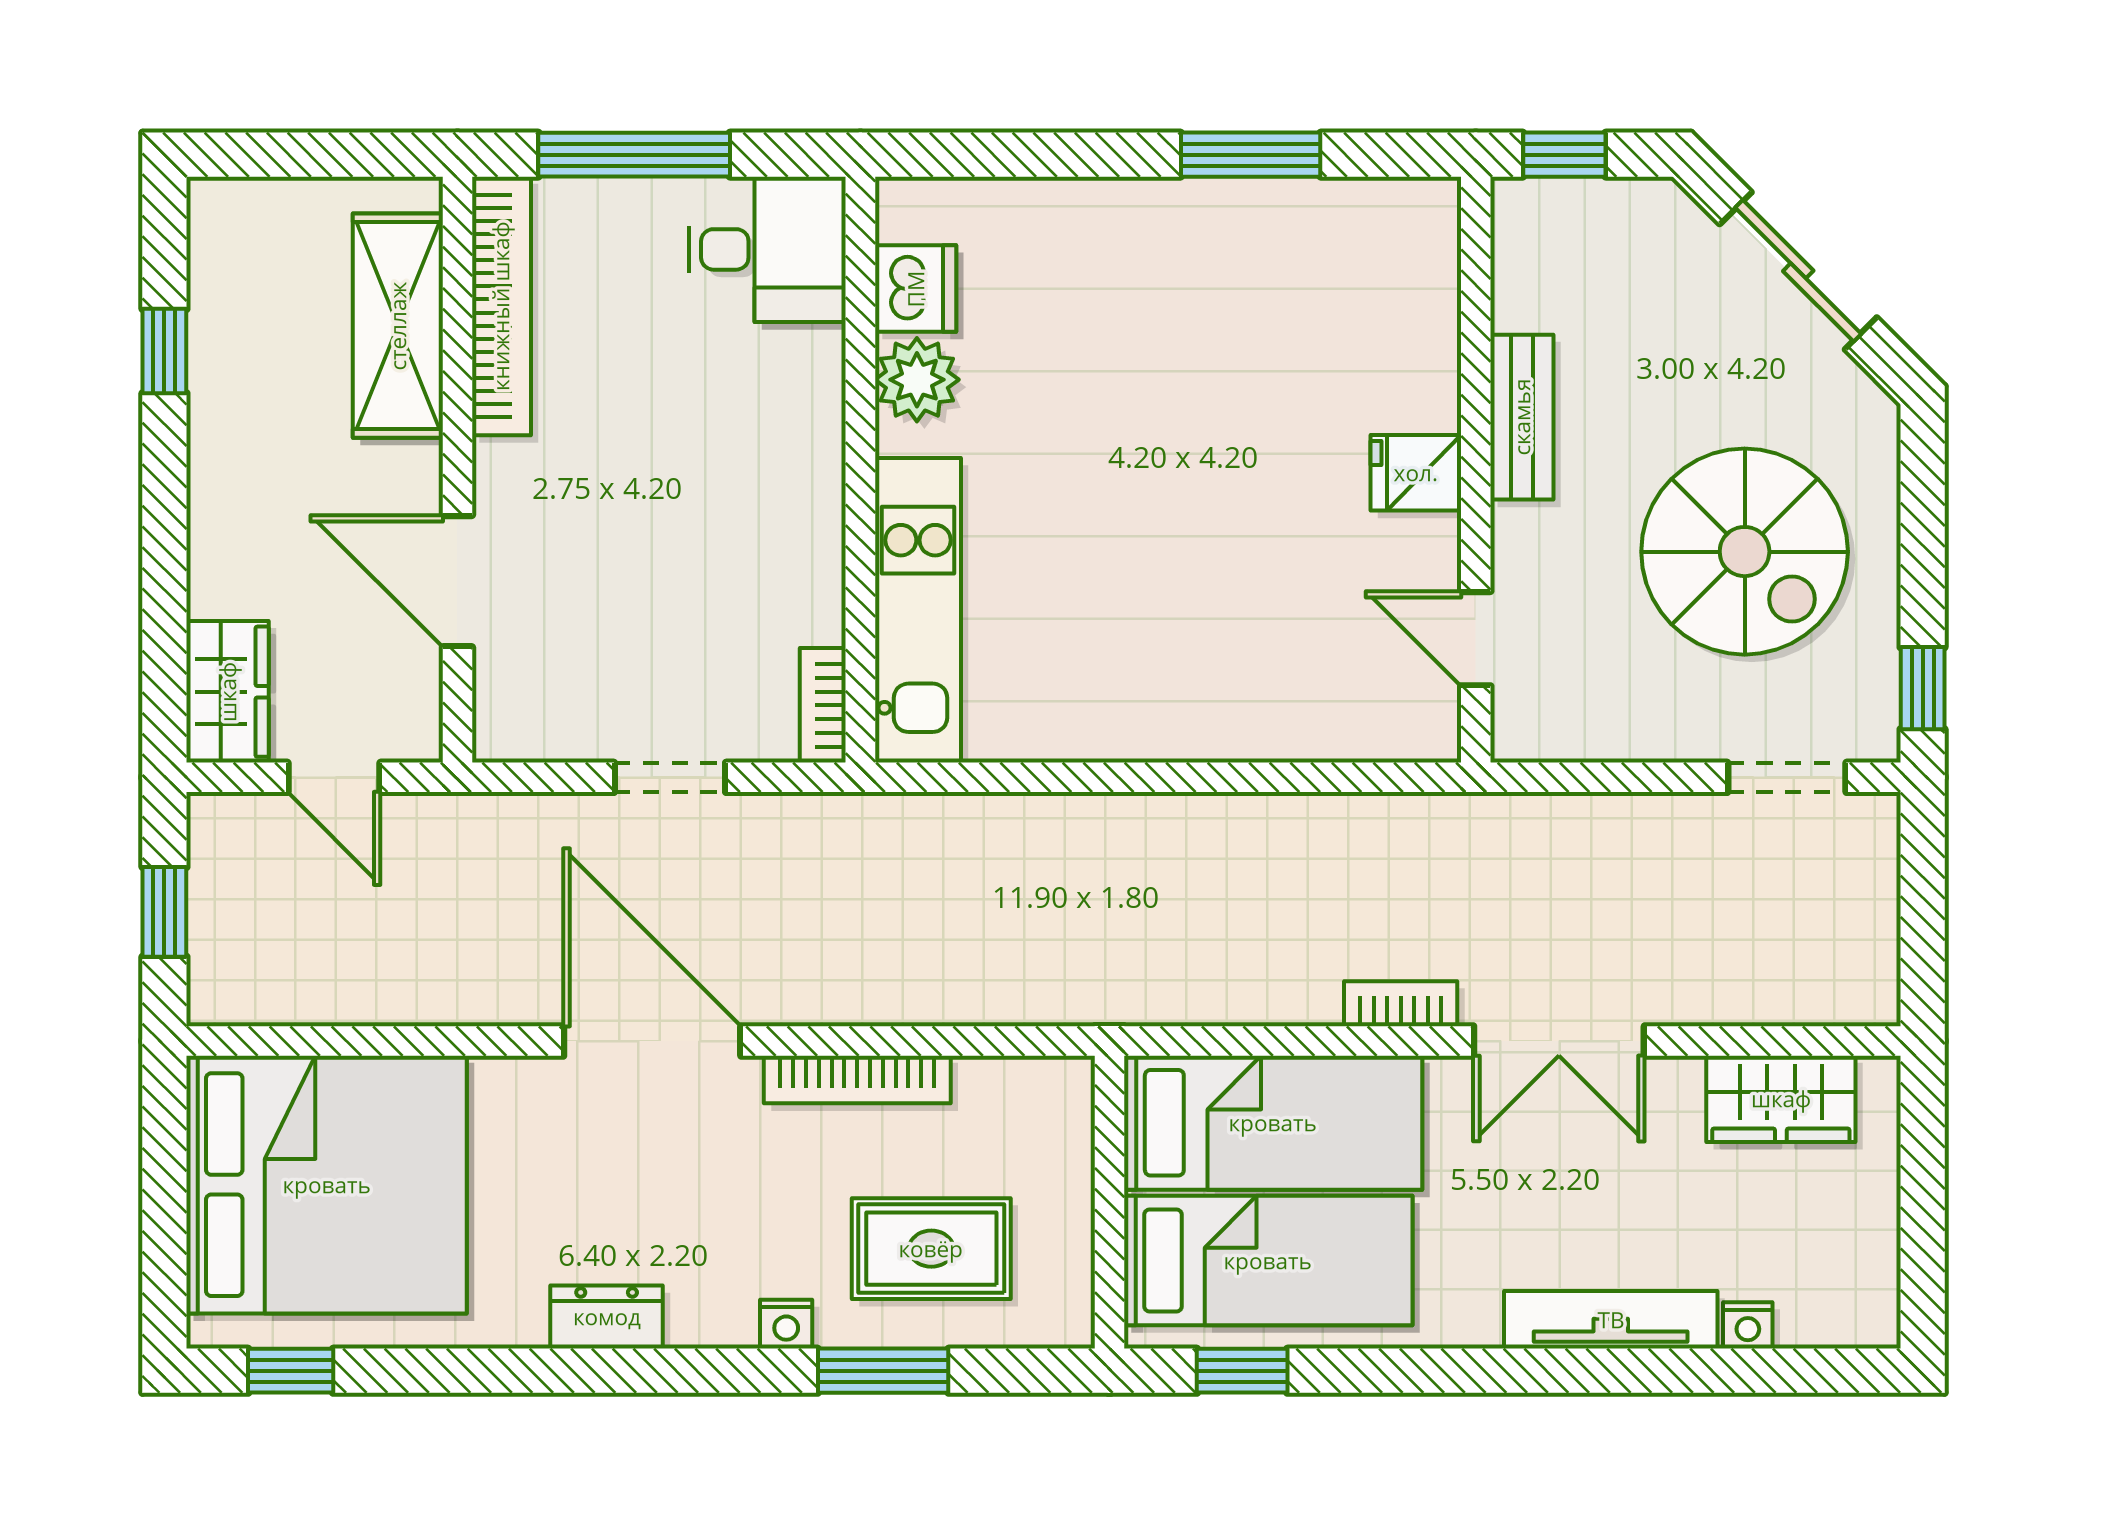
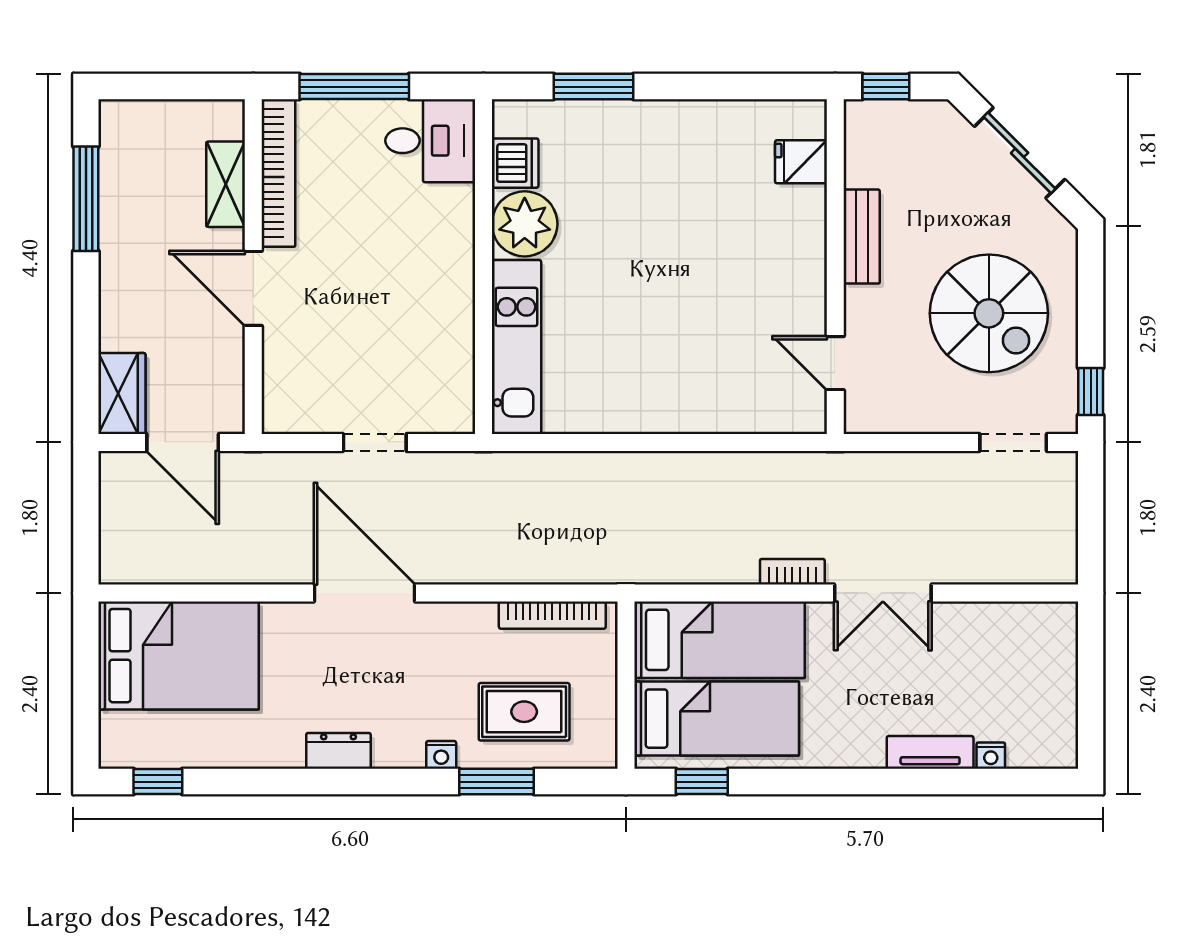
window: (1251, 155) -> (594, 87), moved
shelving: (398, 326) -> (226, 184), width x0.67, depth x0.75
window: (164, 351) -> (86, 199), width x2.17
plant: (917, 380) -> (525, 224), width x1.36, depth x1.36
fridge: (1416, 473) -> (801, 162), moved
door: (457, 581) -> (253, 288), moved
bookcase: (823, 705) -> (462, 401), removed
door: (334, 777) -> (183, 442), width x1.38
window: (164, 912) -> (86, 519), removed
bookcase: (857, 1080) -> (552, 615), moved
wardrobe: (1781, 1099) -> (1010, 626), removed
bed: (327, 1185) -> (178, 656), width x0.73
tv unit: (1611, 1320) -> (930, 752), width x0.71

